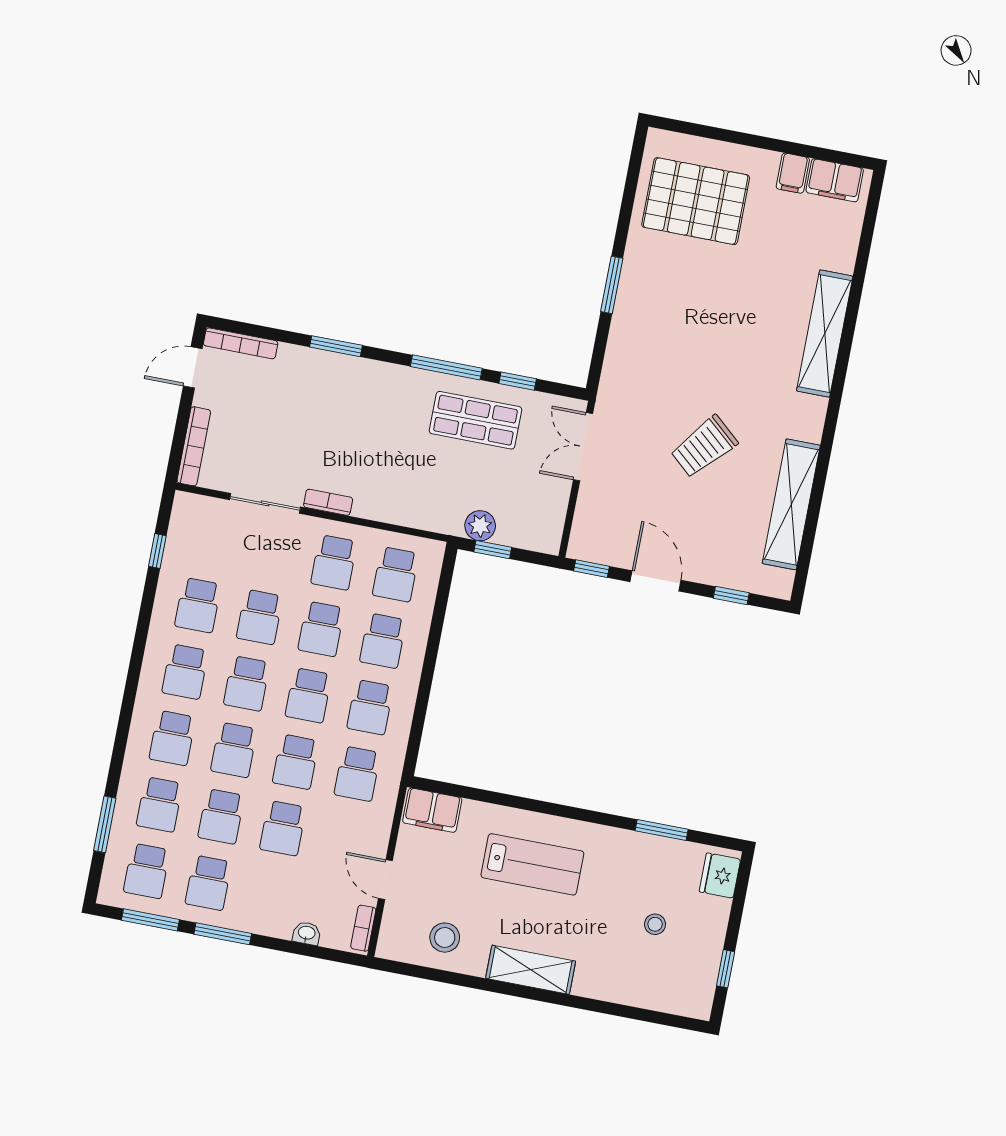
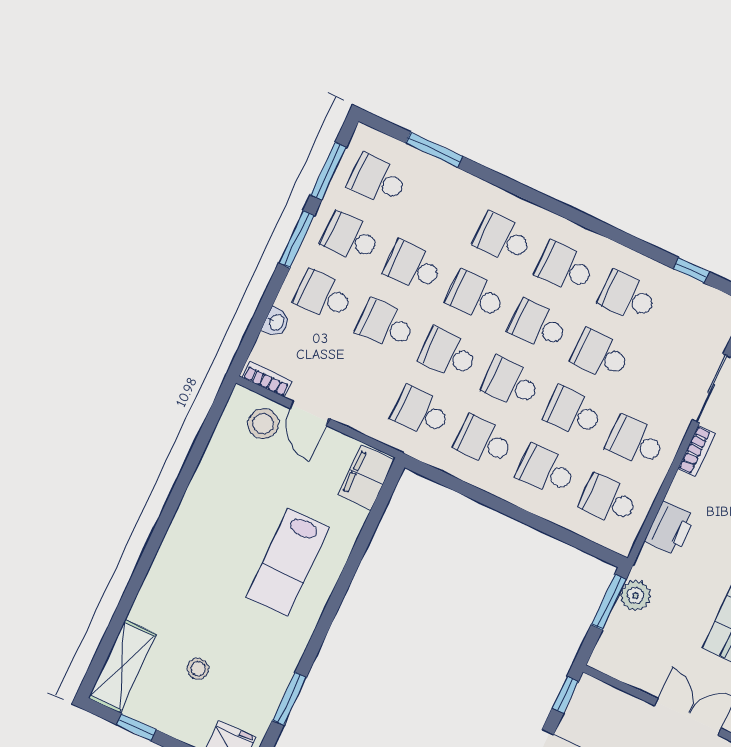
printer: (408, 509) -> (670, 528), added
window: (493, 550) -> (609, 602), width x1.50
school desk: (159, 804) -> (323, 296), moved
door: (385, 880) -> (310, 413), swing flipped
stool: (445, 938) -> (263, 424), moved
shelving: (531, 970) -> (122, 666), moved

